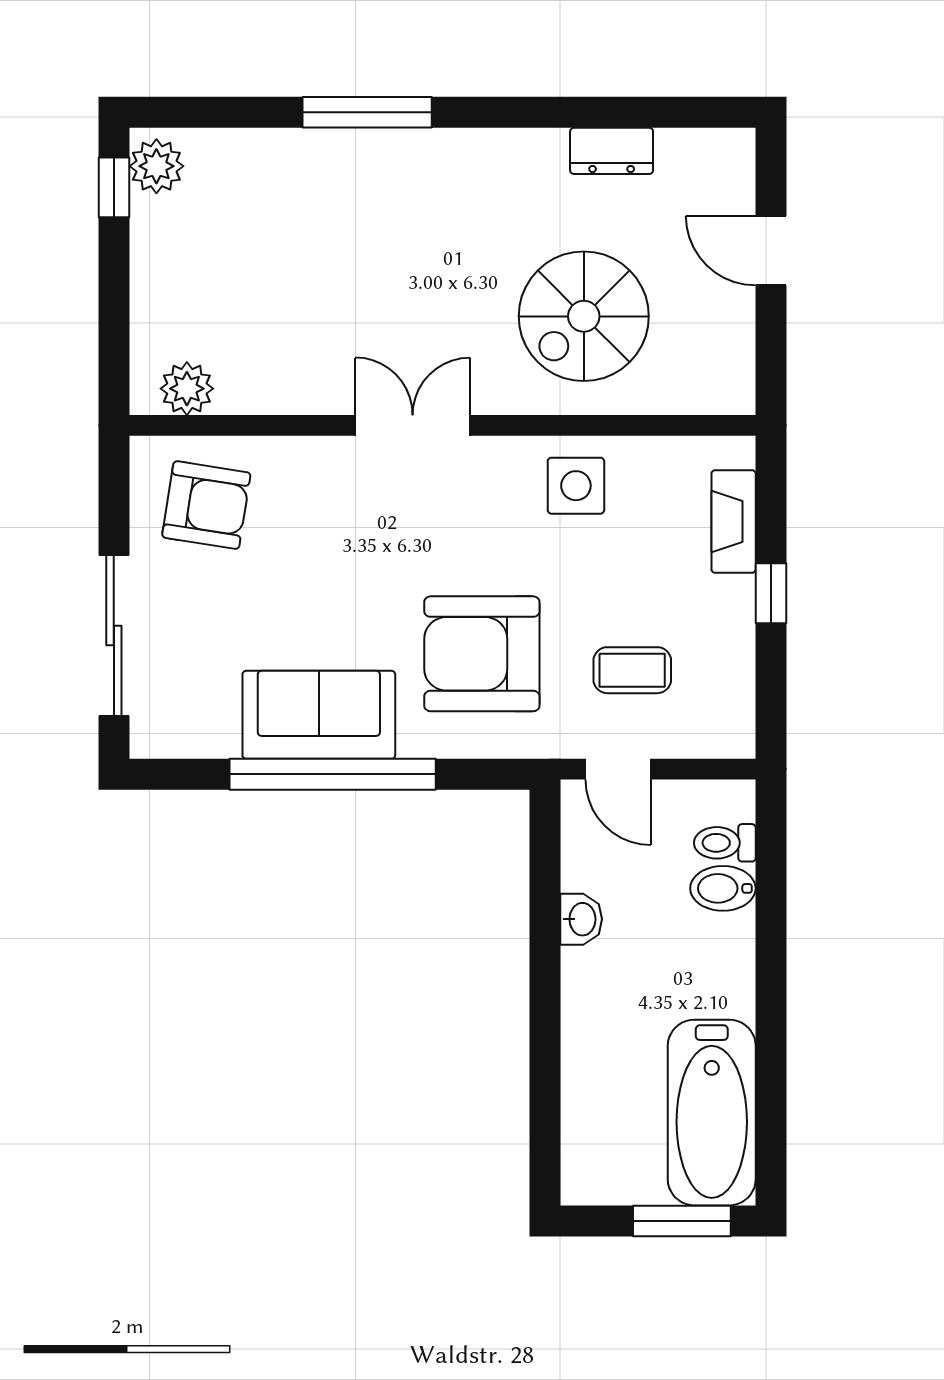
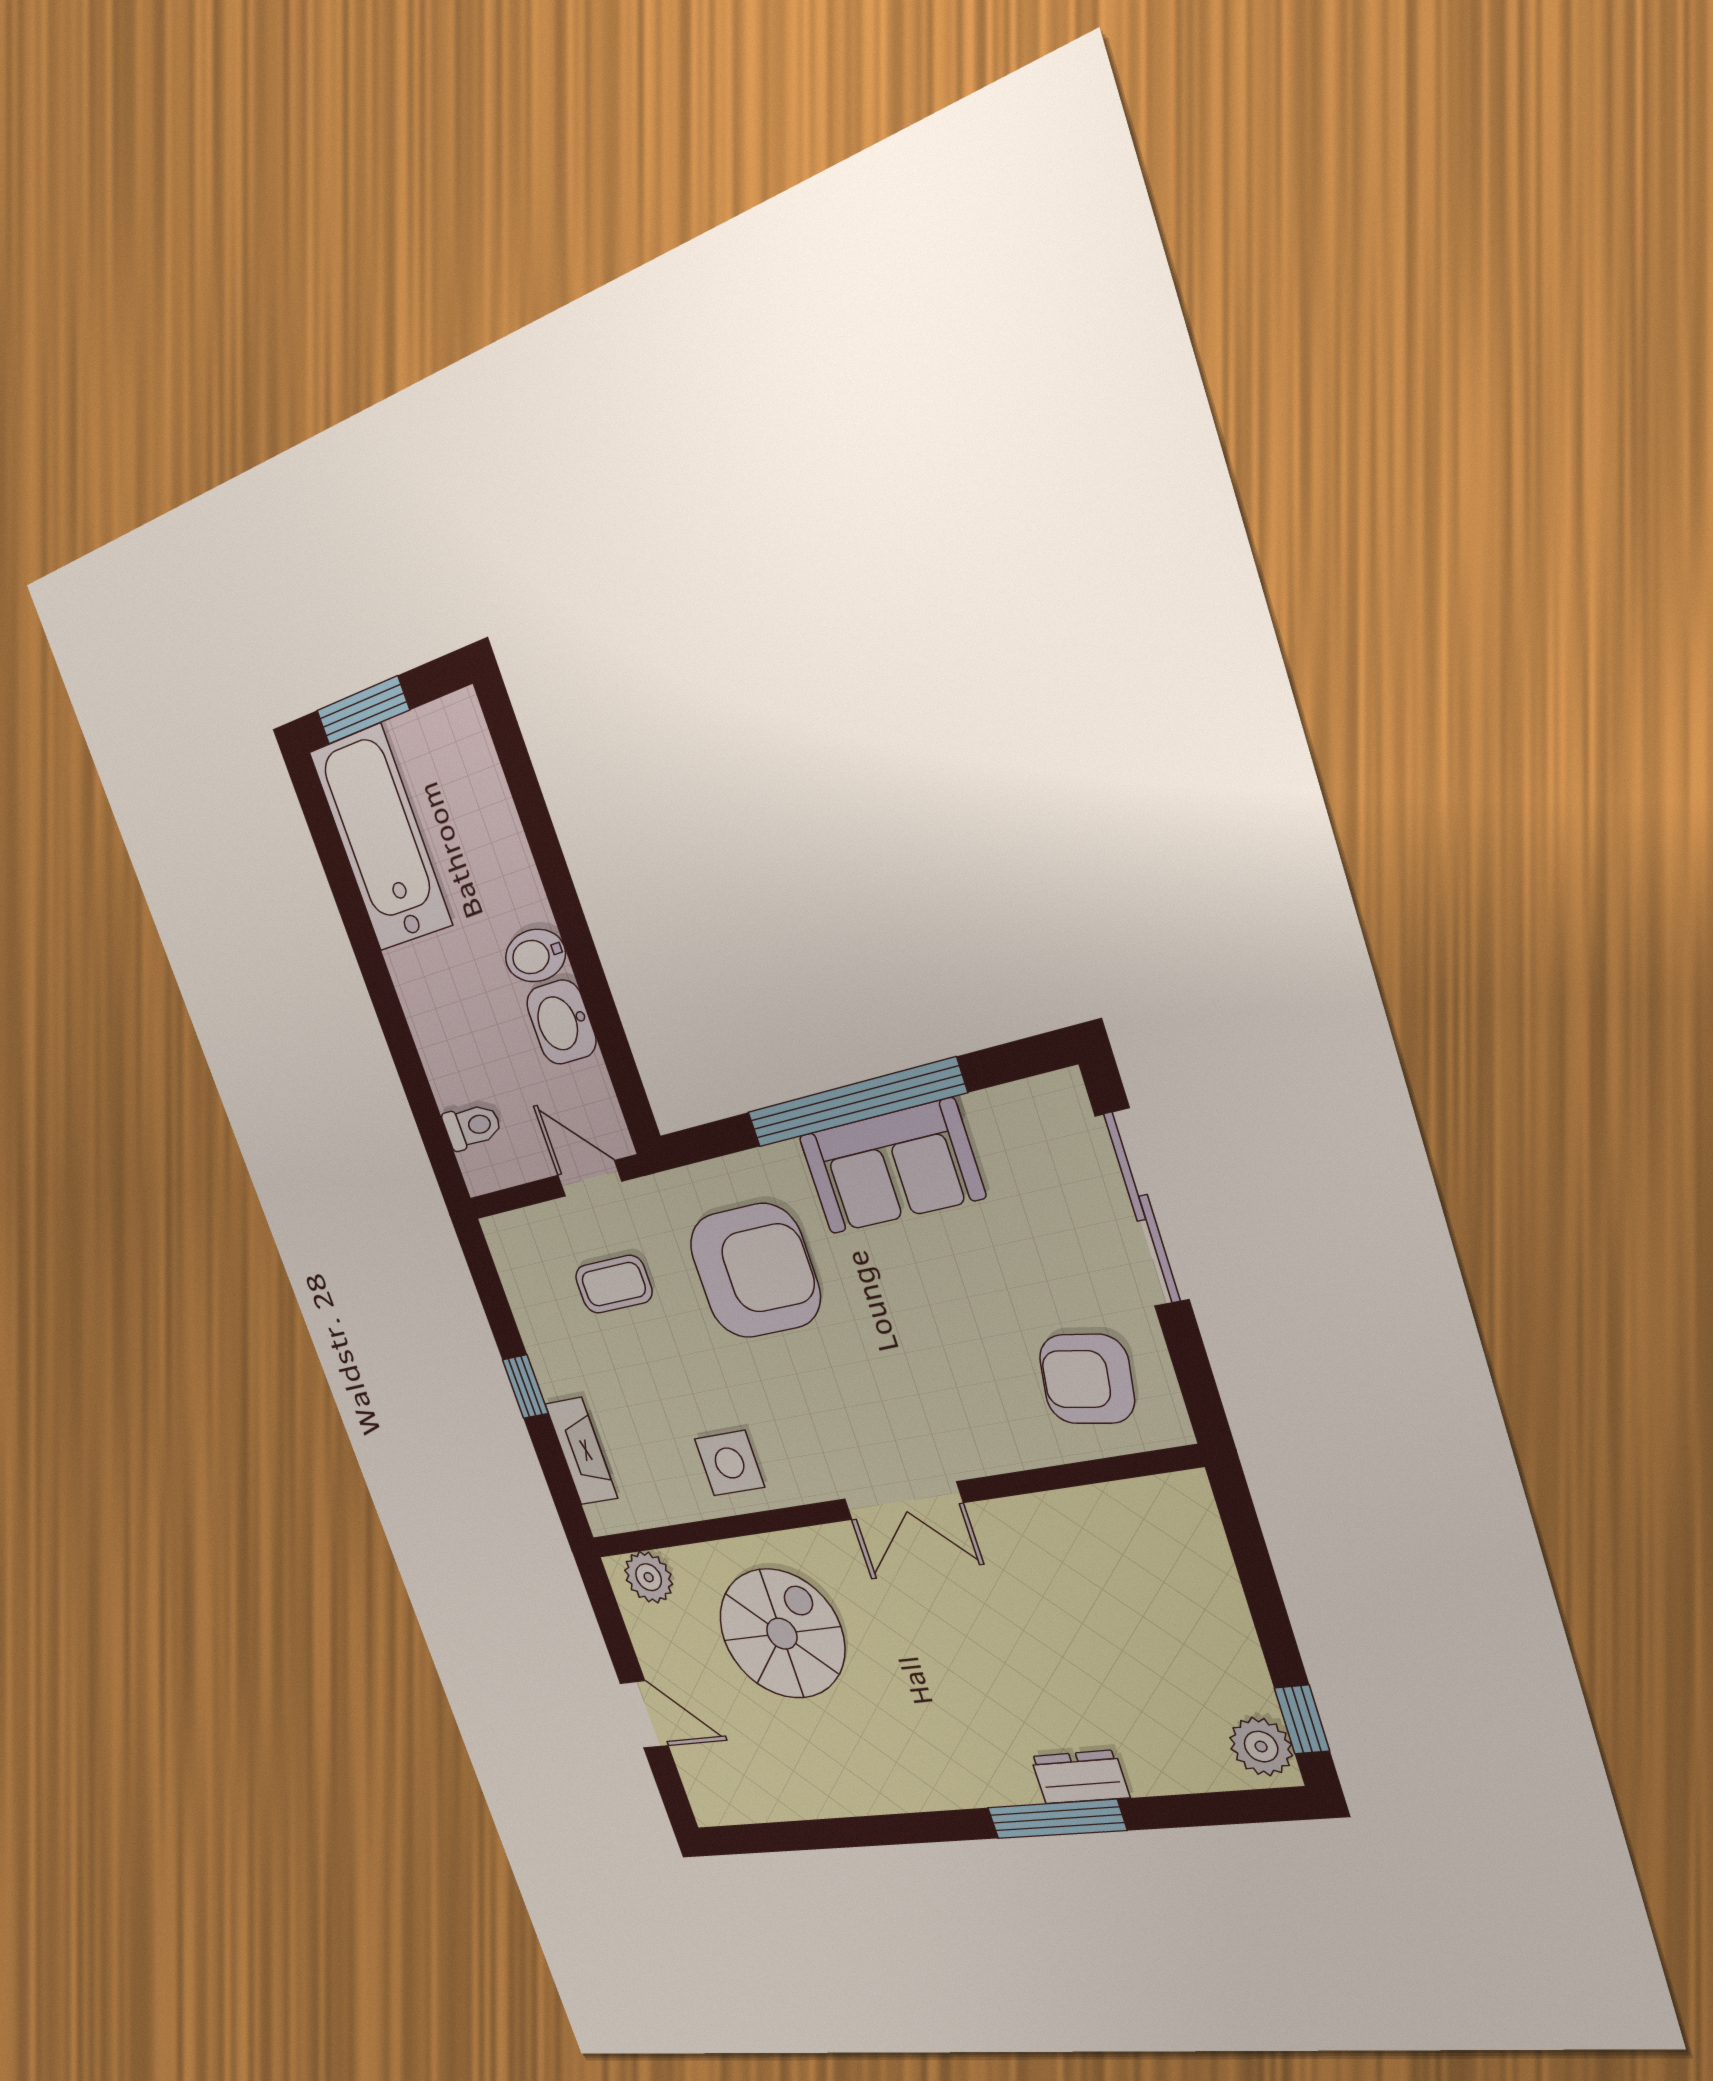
dresser: (612, 151) -> (1080, 1777), moved
plant: (187, 389) -> (649, 1577), moved
bidet: (723, 888) -> (535, 956), moved, turned 180
washbasin: (581, 919) -> (561, 1022), width x1.38, depth x1.45

